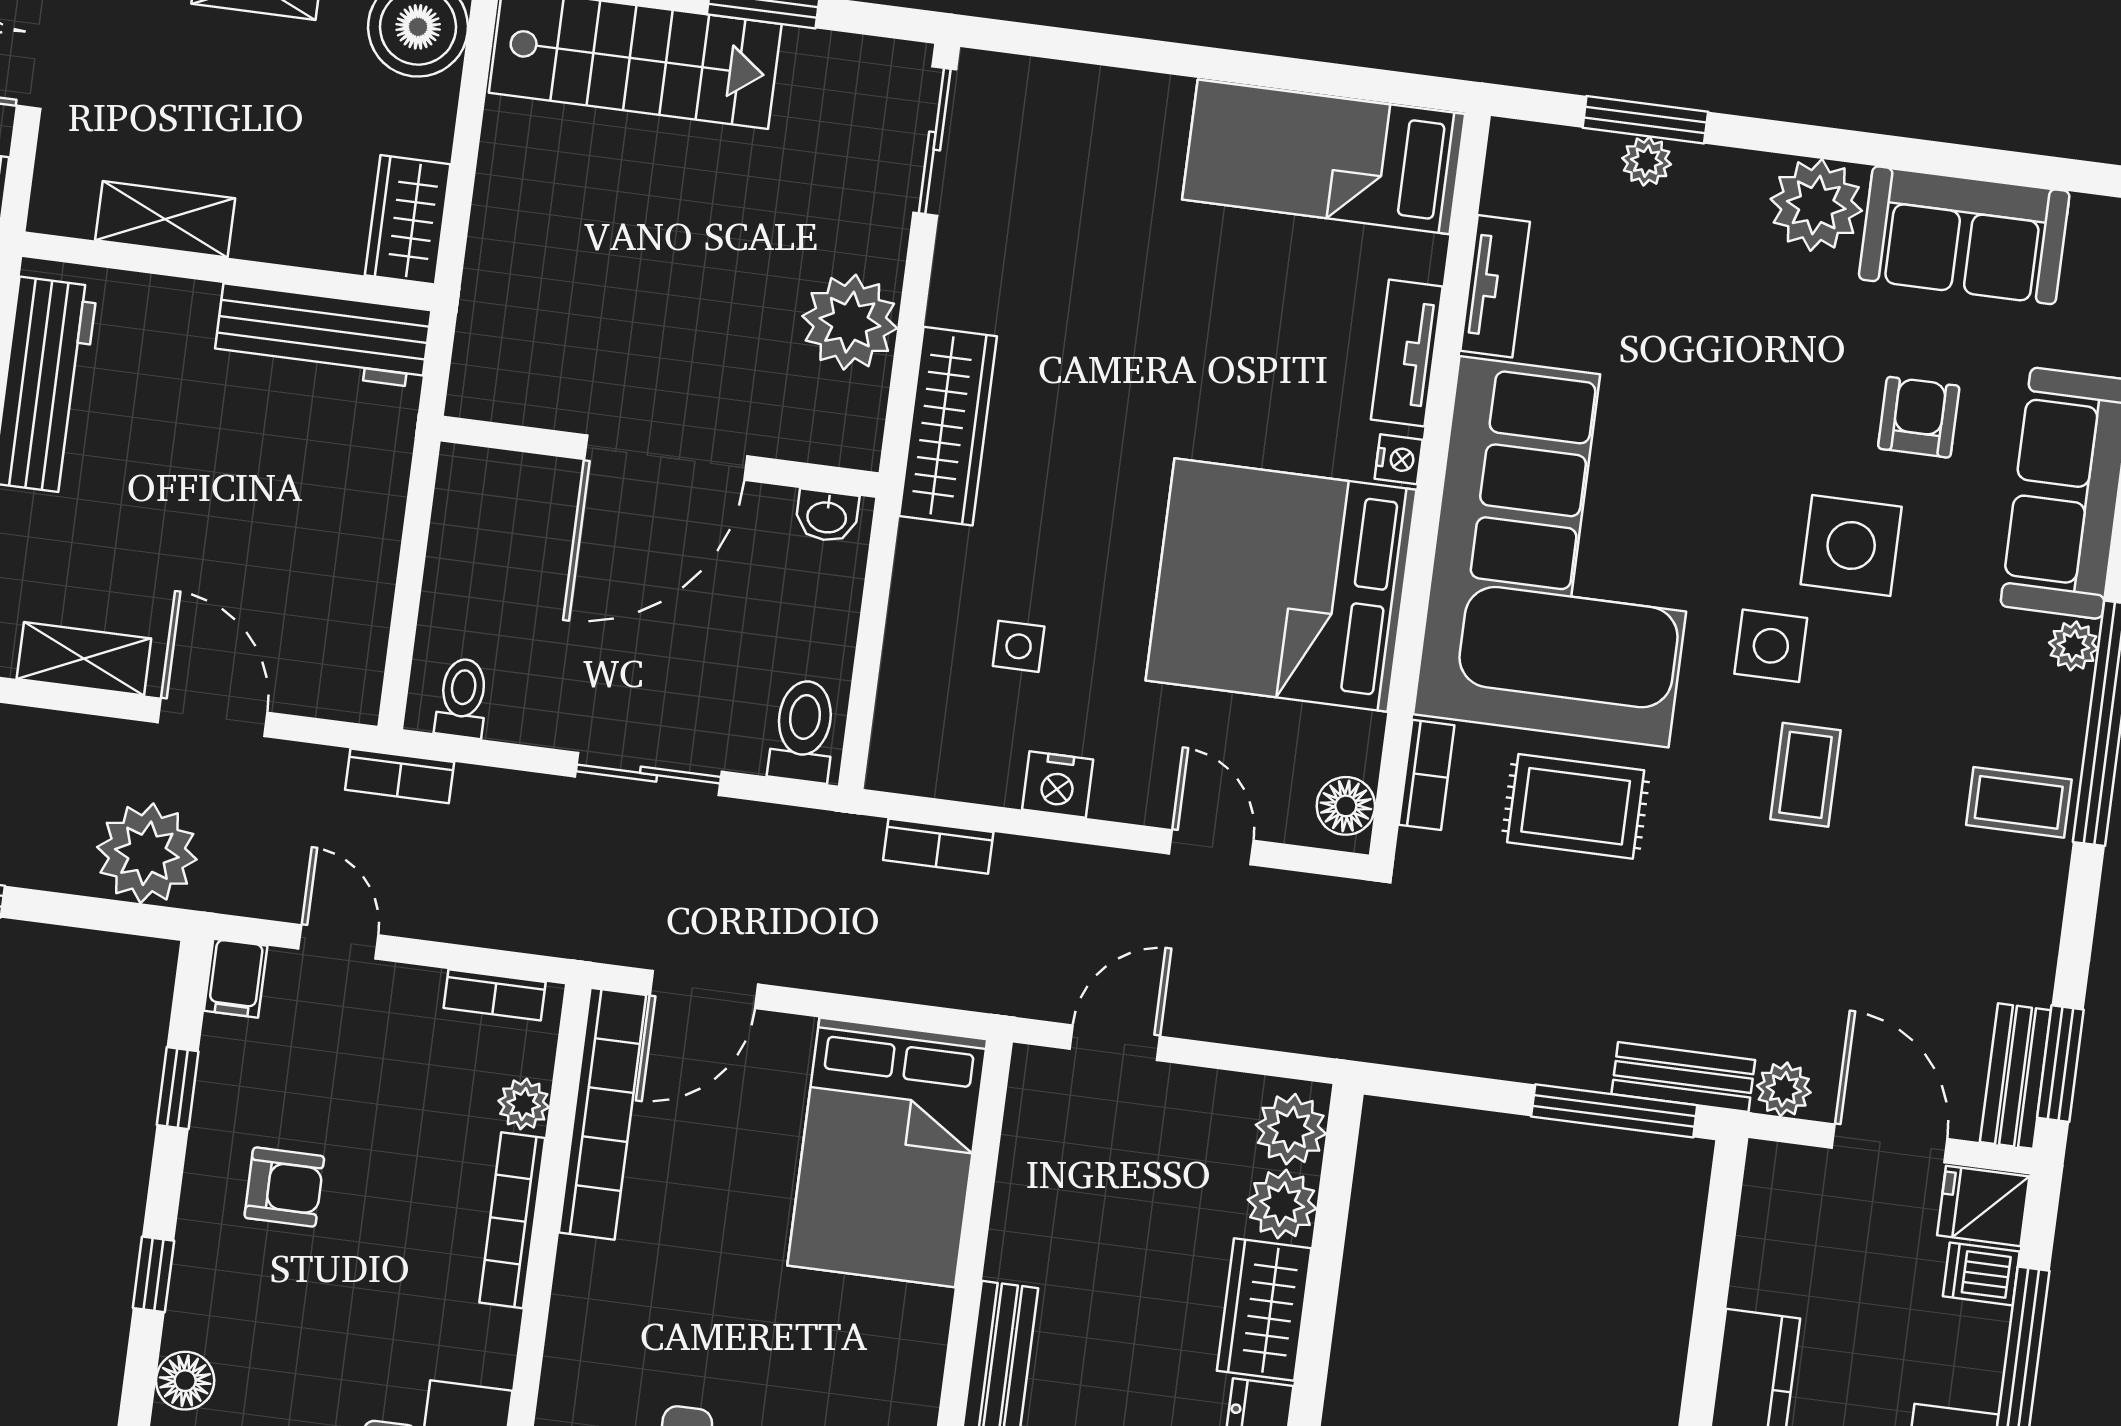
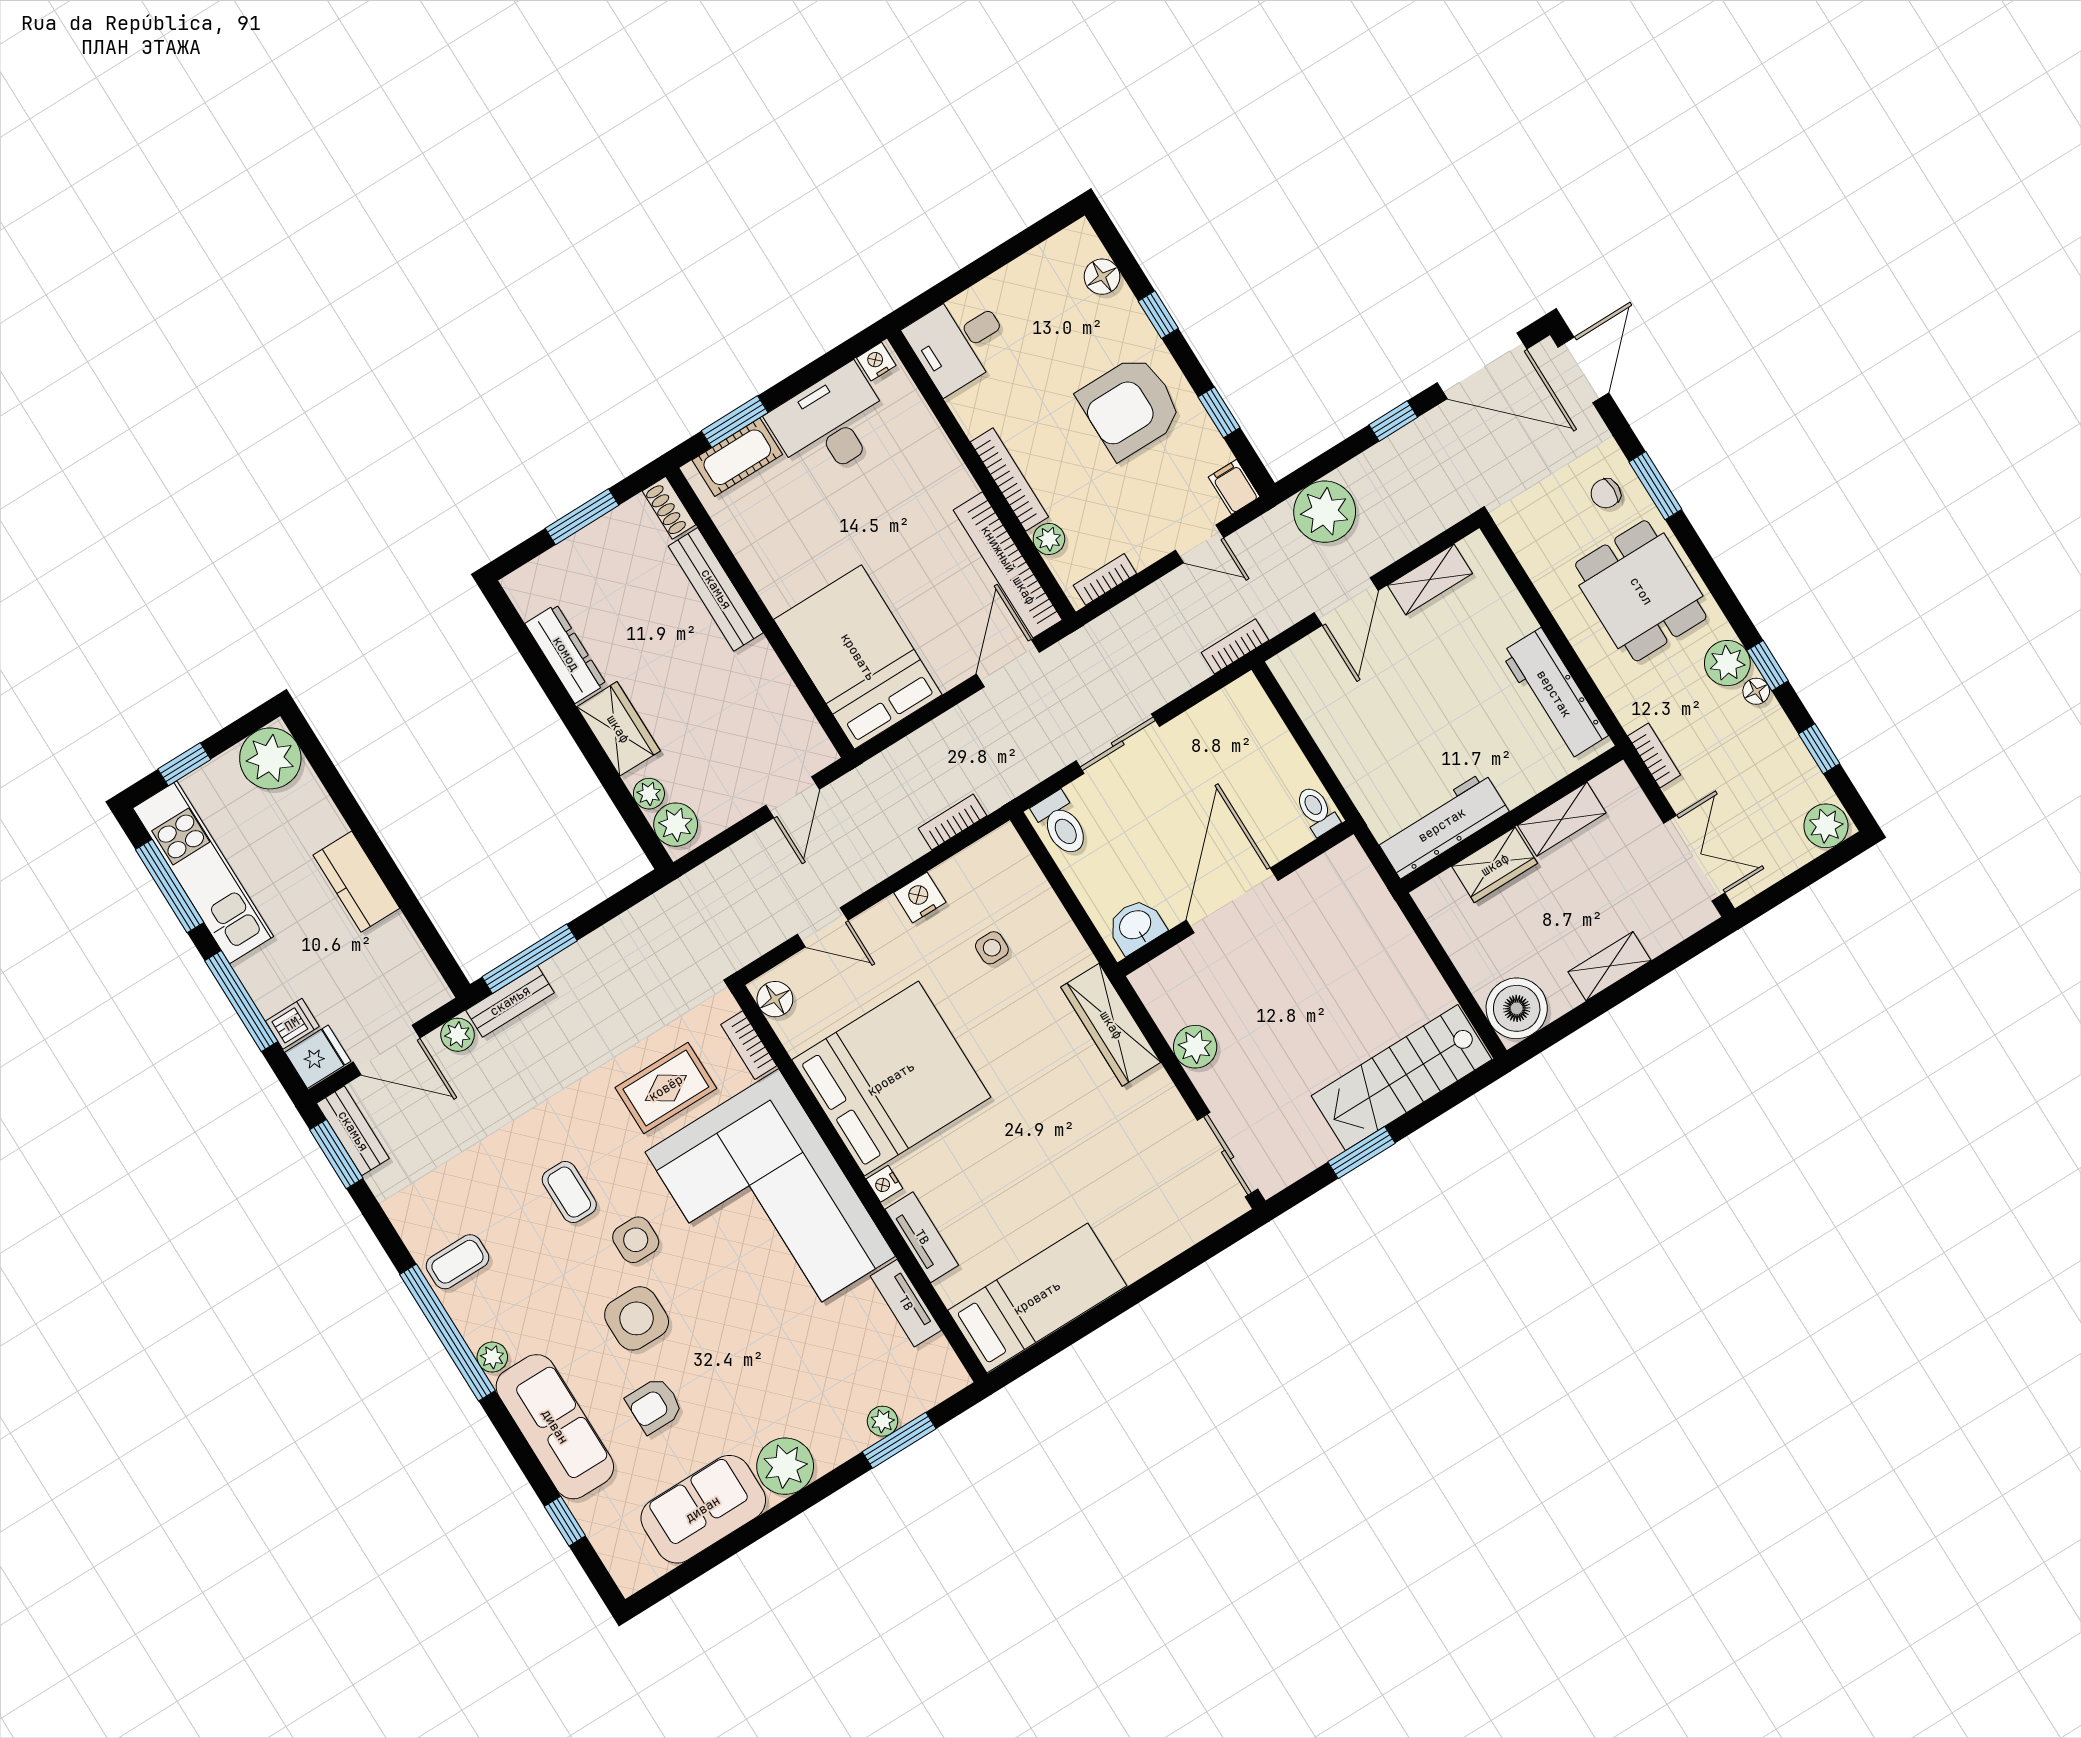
wardrobe: (408, 220) -> (1495, 865), moved, turned 90
plant: (850, 322) -> (1195, 1047), width x0.73, depth x0.73
armchair: (1919, 417) -> (654, 1405), turned 90
washbasin: (827, 516) -> (1136, 926), width x1.38, depth x1.45
toilet: (462, 698) -> (1317, 811), moved, turned 180
door: (213, 717) -> (1346, 602), hinge flipped
armchair: (284, 1187) -> (1130, 407), width x1.88, depth x1.88
plant: (1282, 1204) -> (649, 794), width x0.73, depth x0.73

